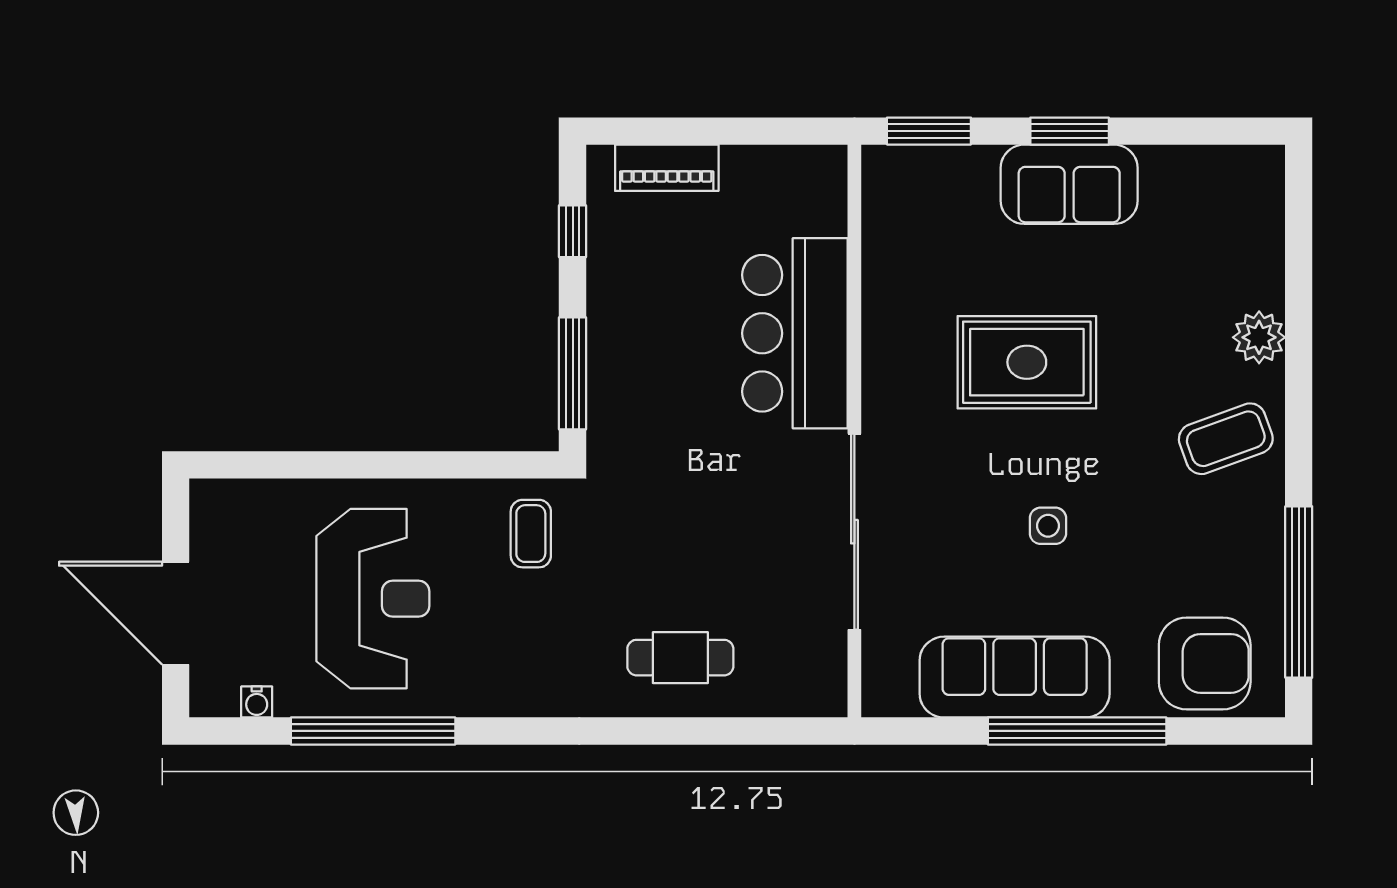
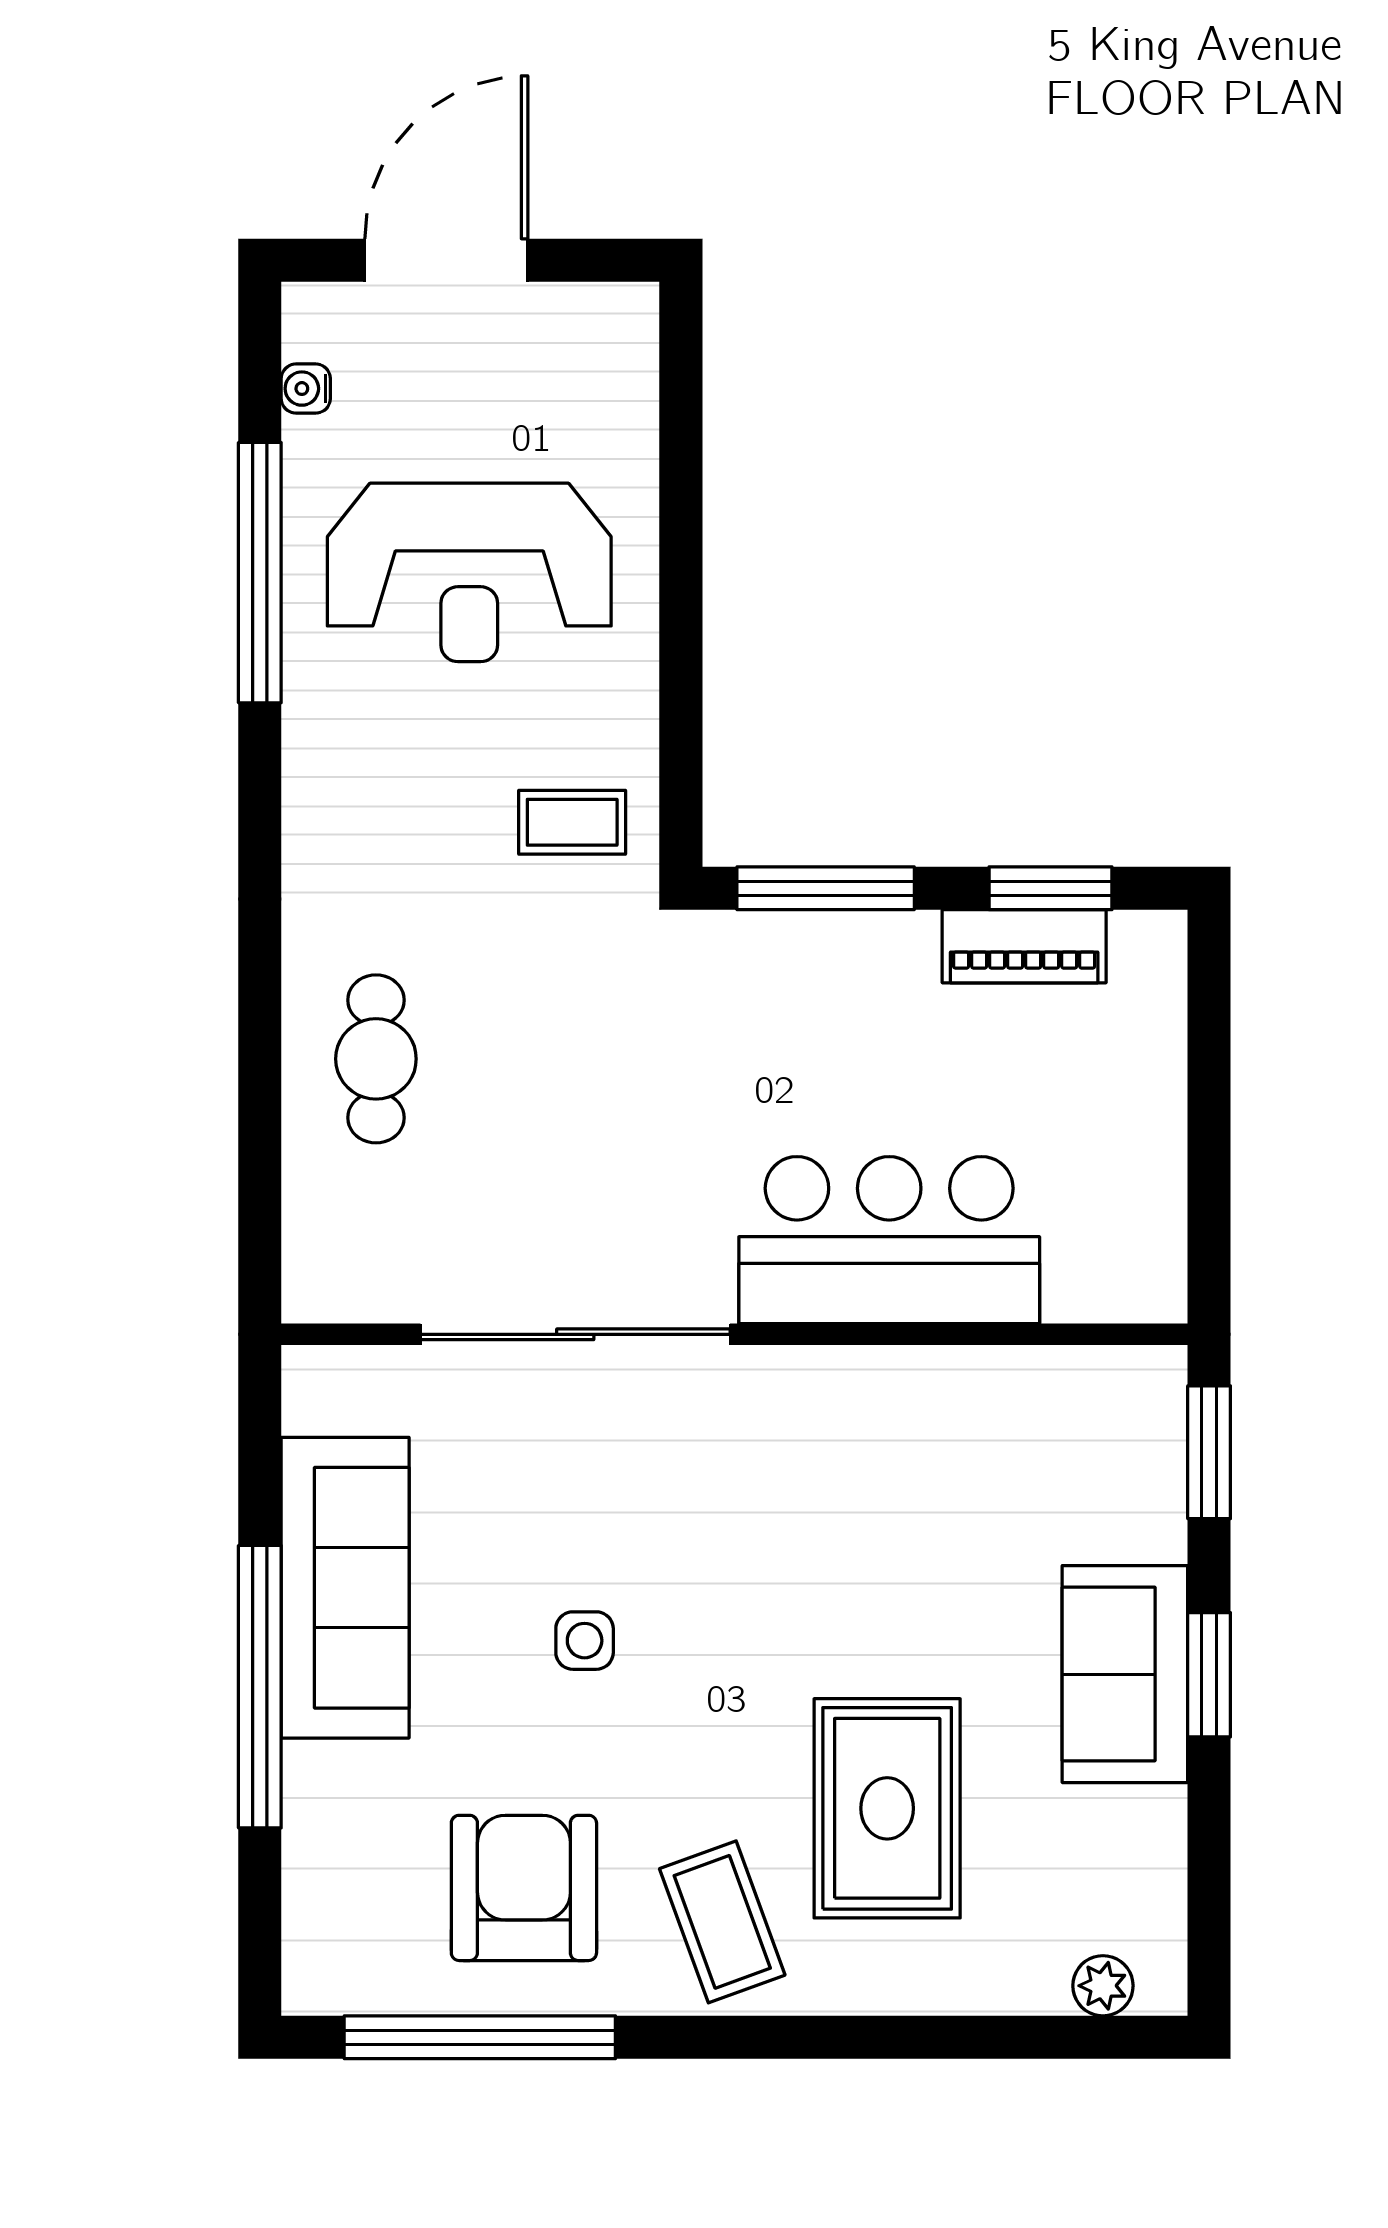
piano: (667, 168) -> (1024, 946), moved, turned -90
window: (573, 231) -> (1051, 888), width x1.50
plant: (1259, 337) -> (1103, 1986), moved, width x0.73, depth x0.73
rug: (1027, 362) -> (887, 1808), moved
armchair: (1205, 663) -> (524, 1888), moved, turned 180

